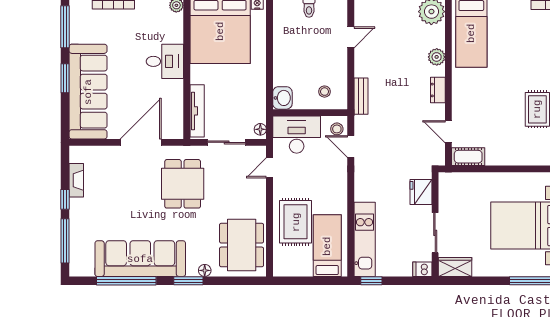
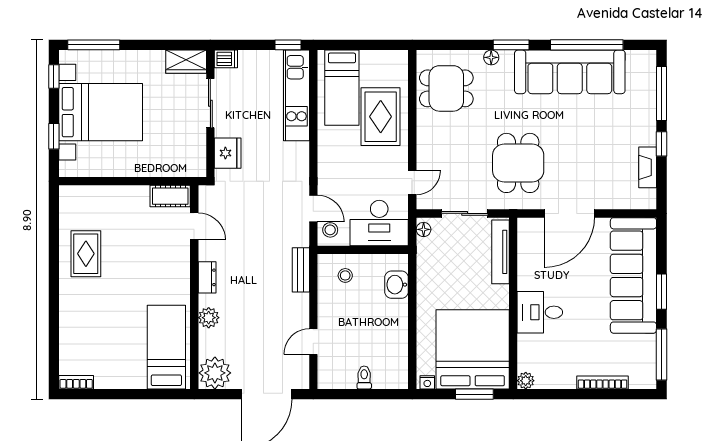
washbasin: (282, 98) -> (396, 285), moved
dining table: (242, 245) -> (446, 88), width x0.73

